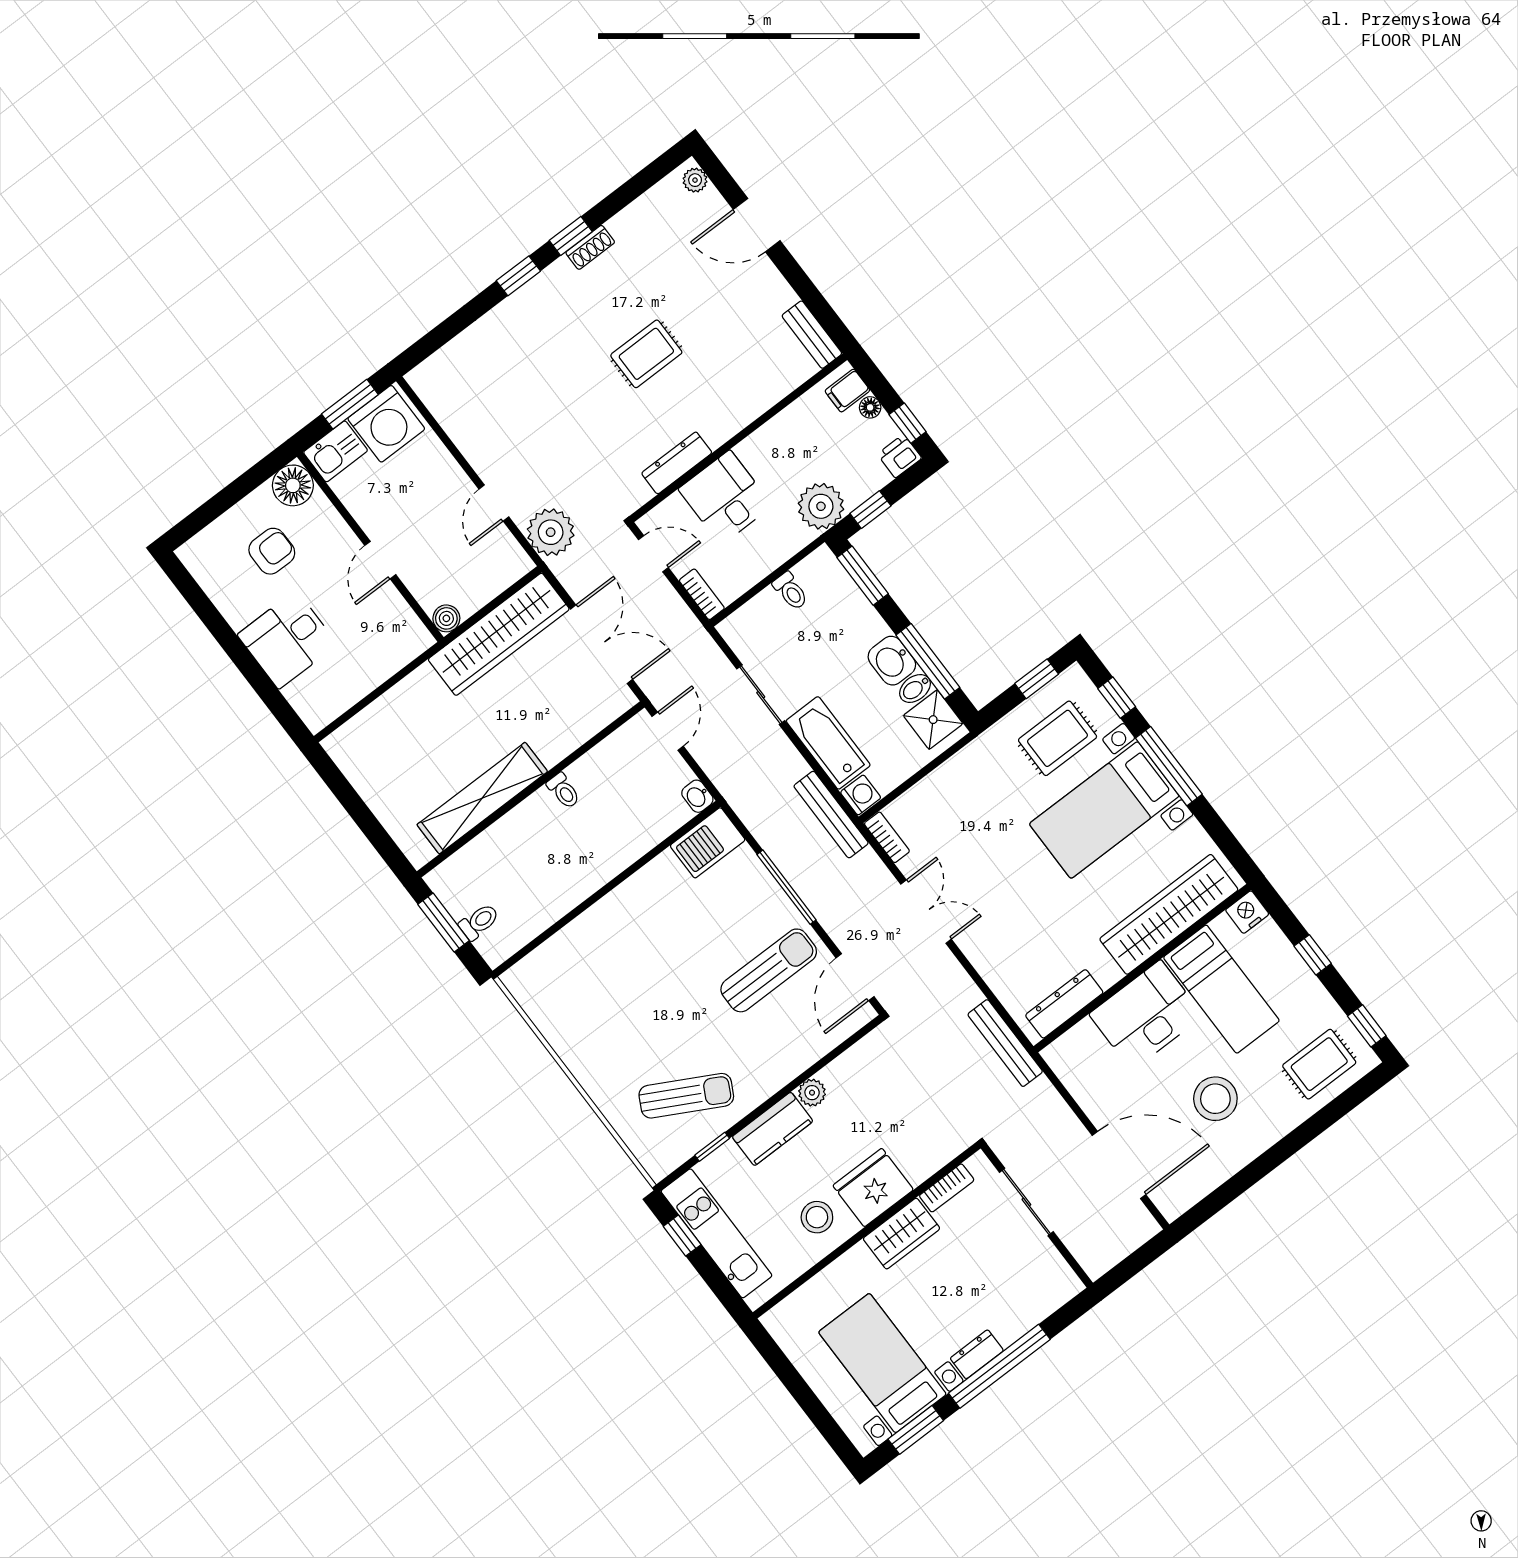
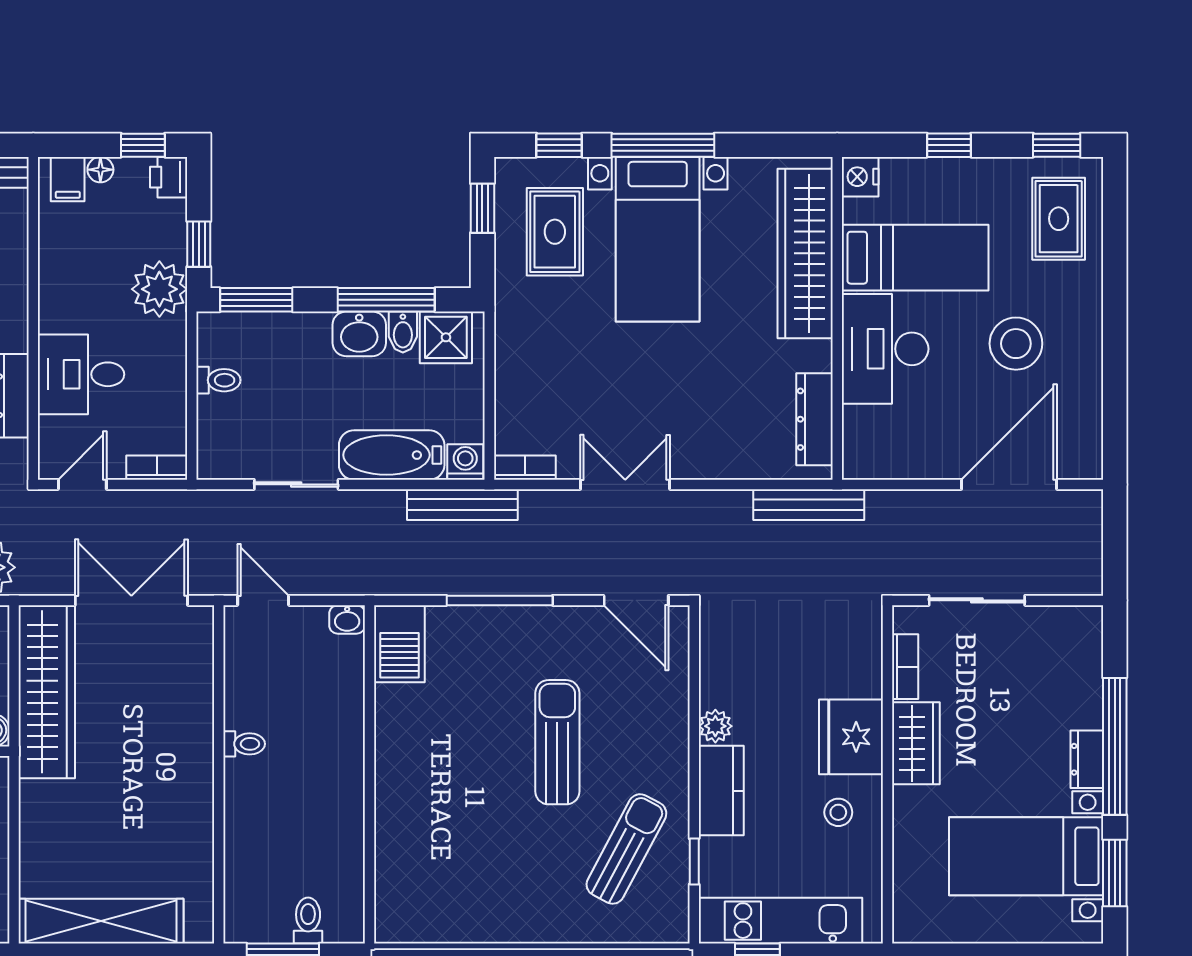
shelving: (482, 798) -> (101, 921), moved, turned 90
sun lounger: (769, 970) -> (557, 742), moved
stool: (817, 1217) -> (838, 812), width x0.73, depth x0.73

